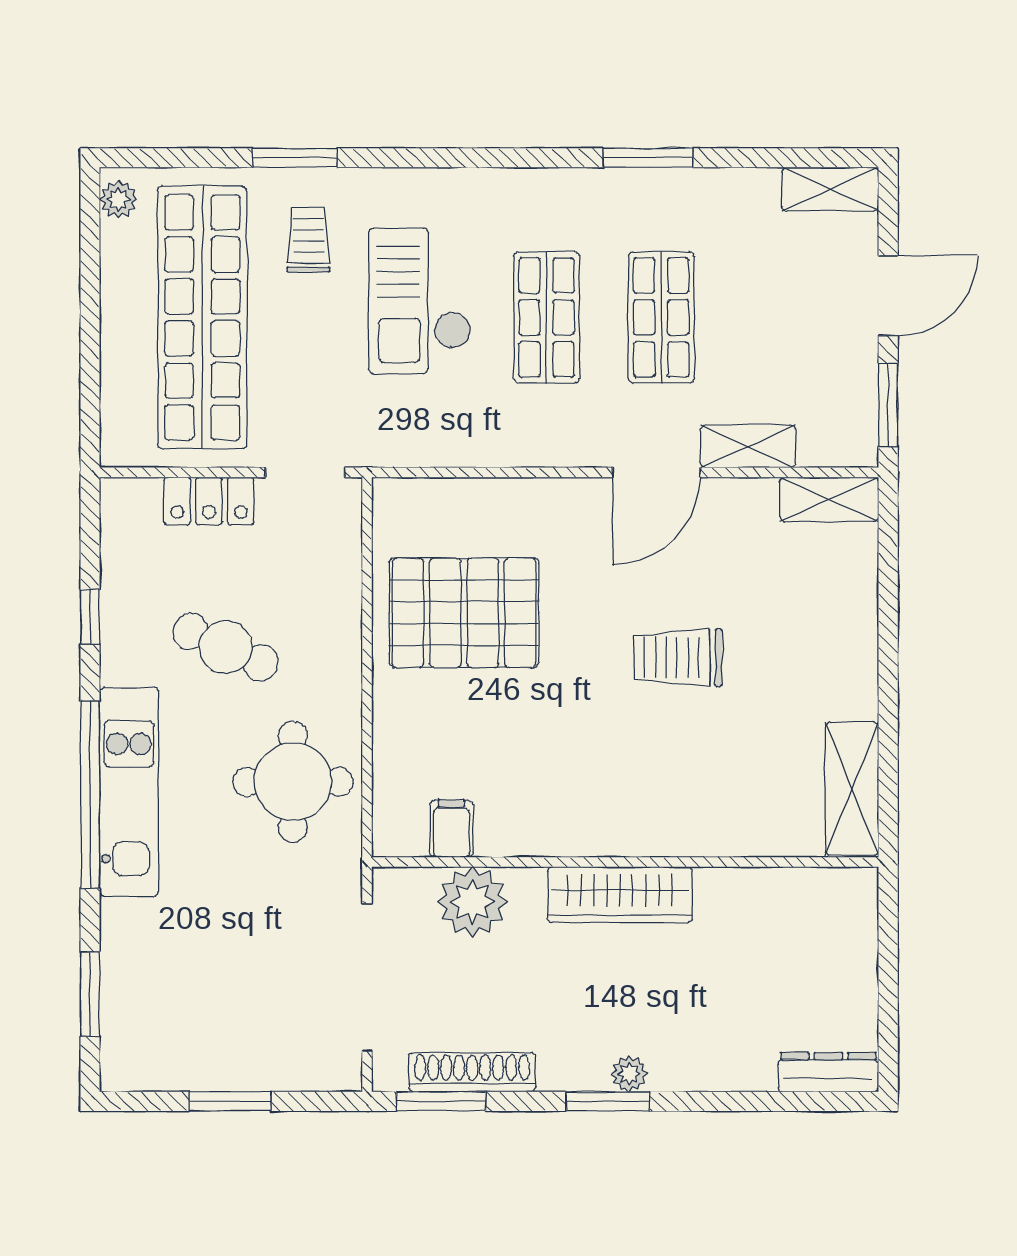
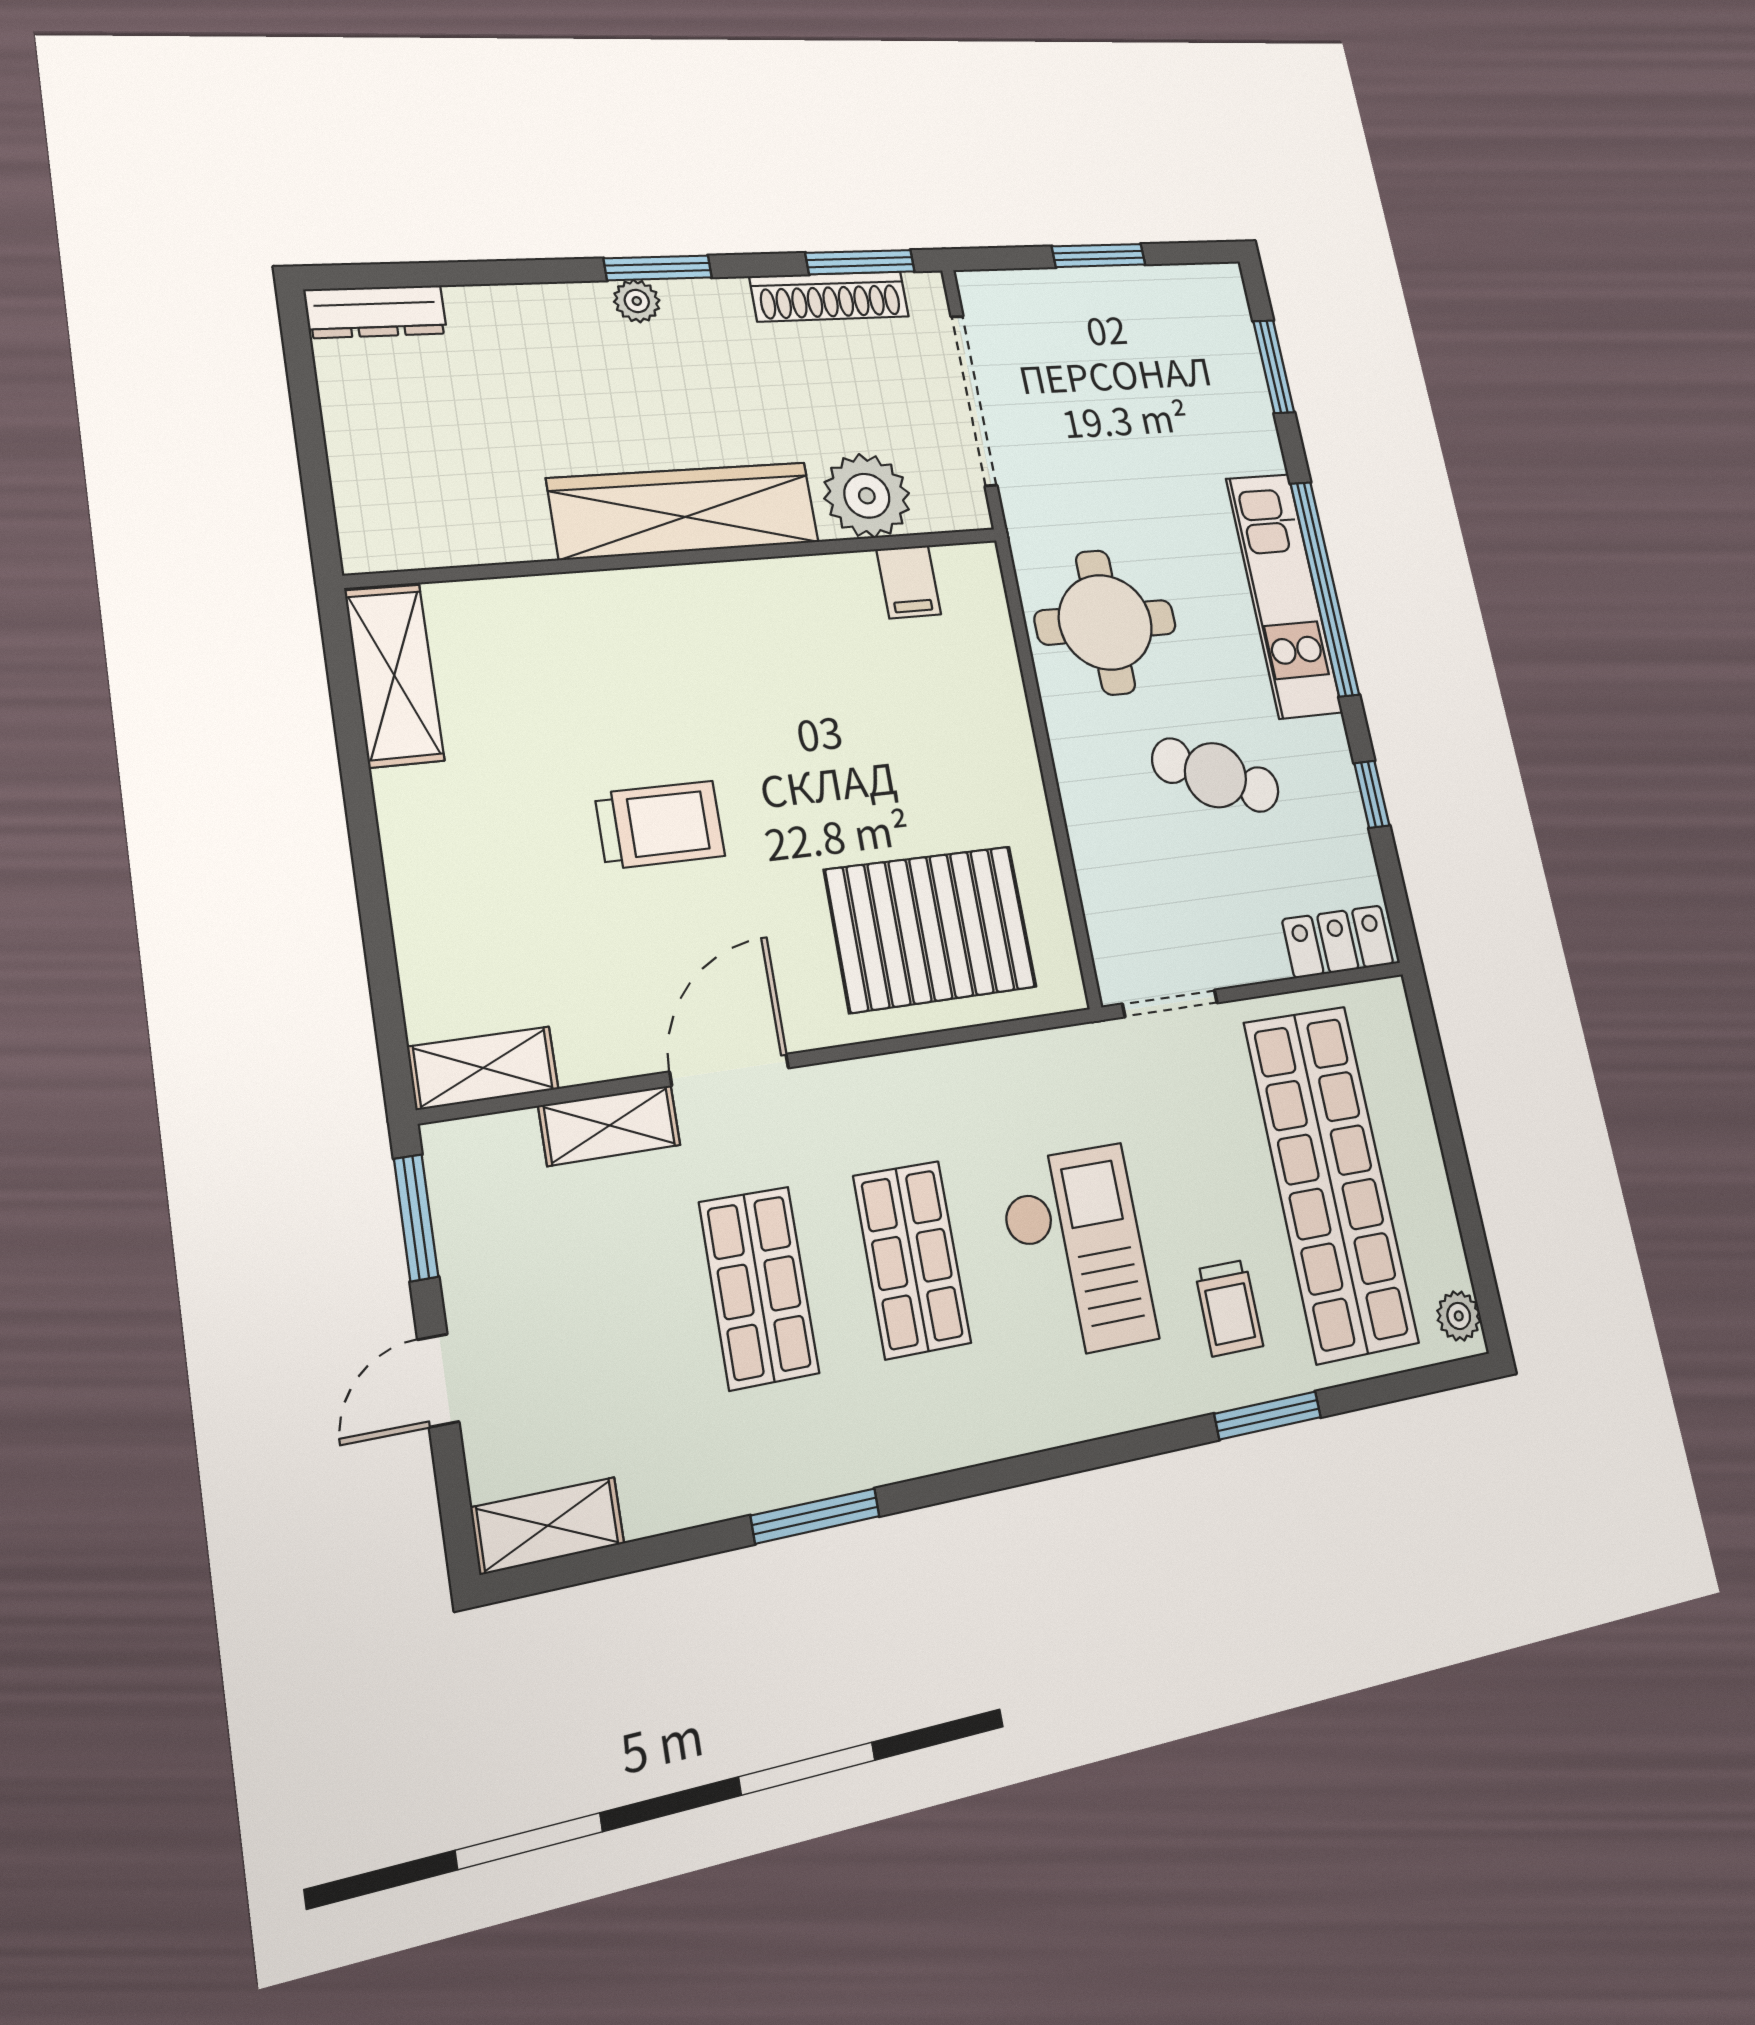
door: (888, 296) -> (438, 1381), width x0.73
locker: (209, 501) -> (1338, 942), moved
pallet: (464, 613) -> (931, 929), moved
wardrobe: (620, 895) -> (684, 511), width x1.40, depth x1.17

